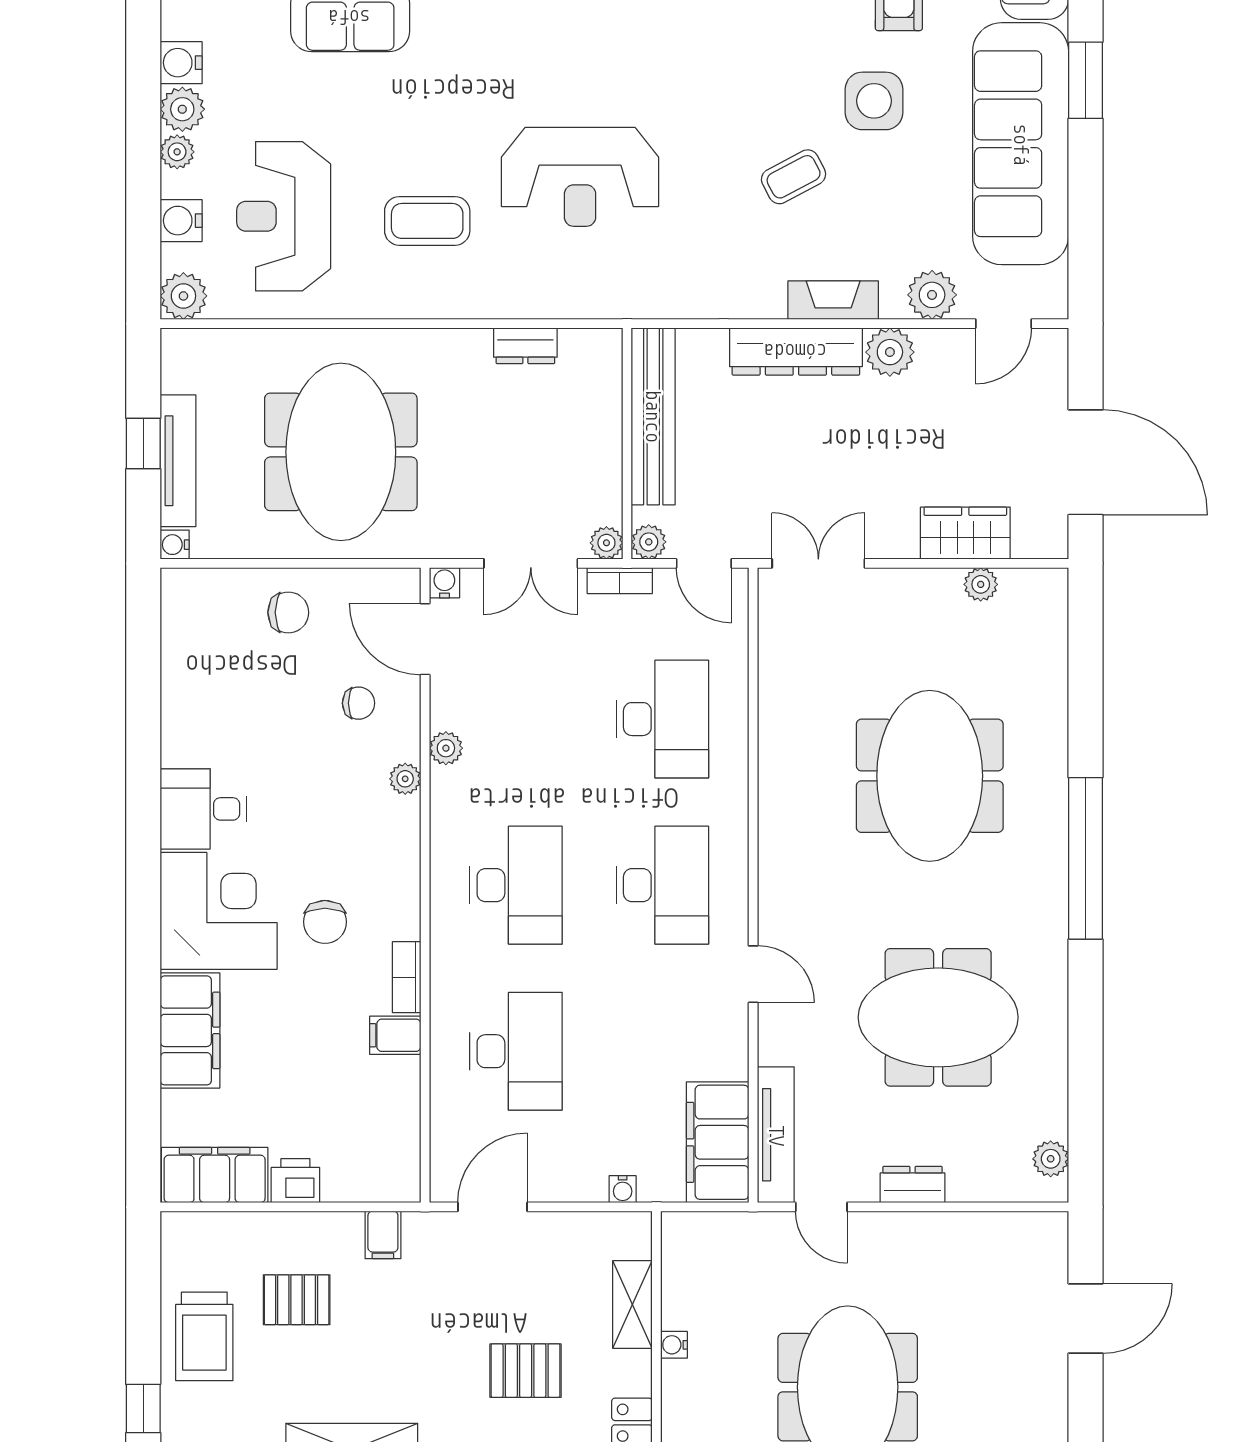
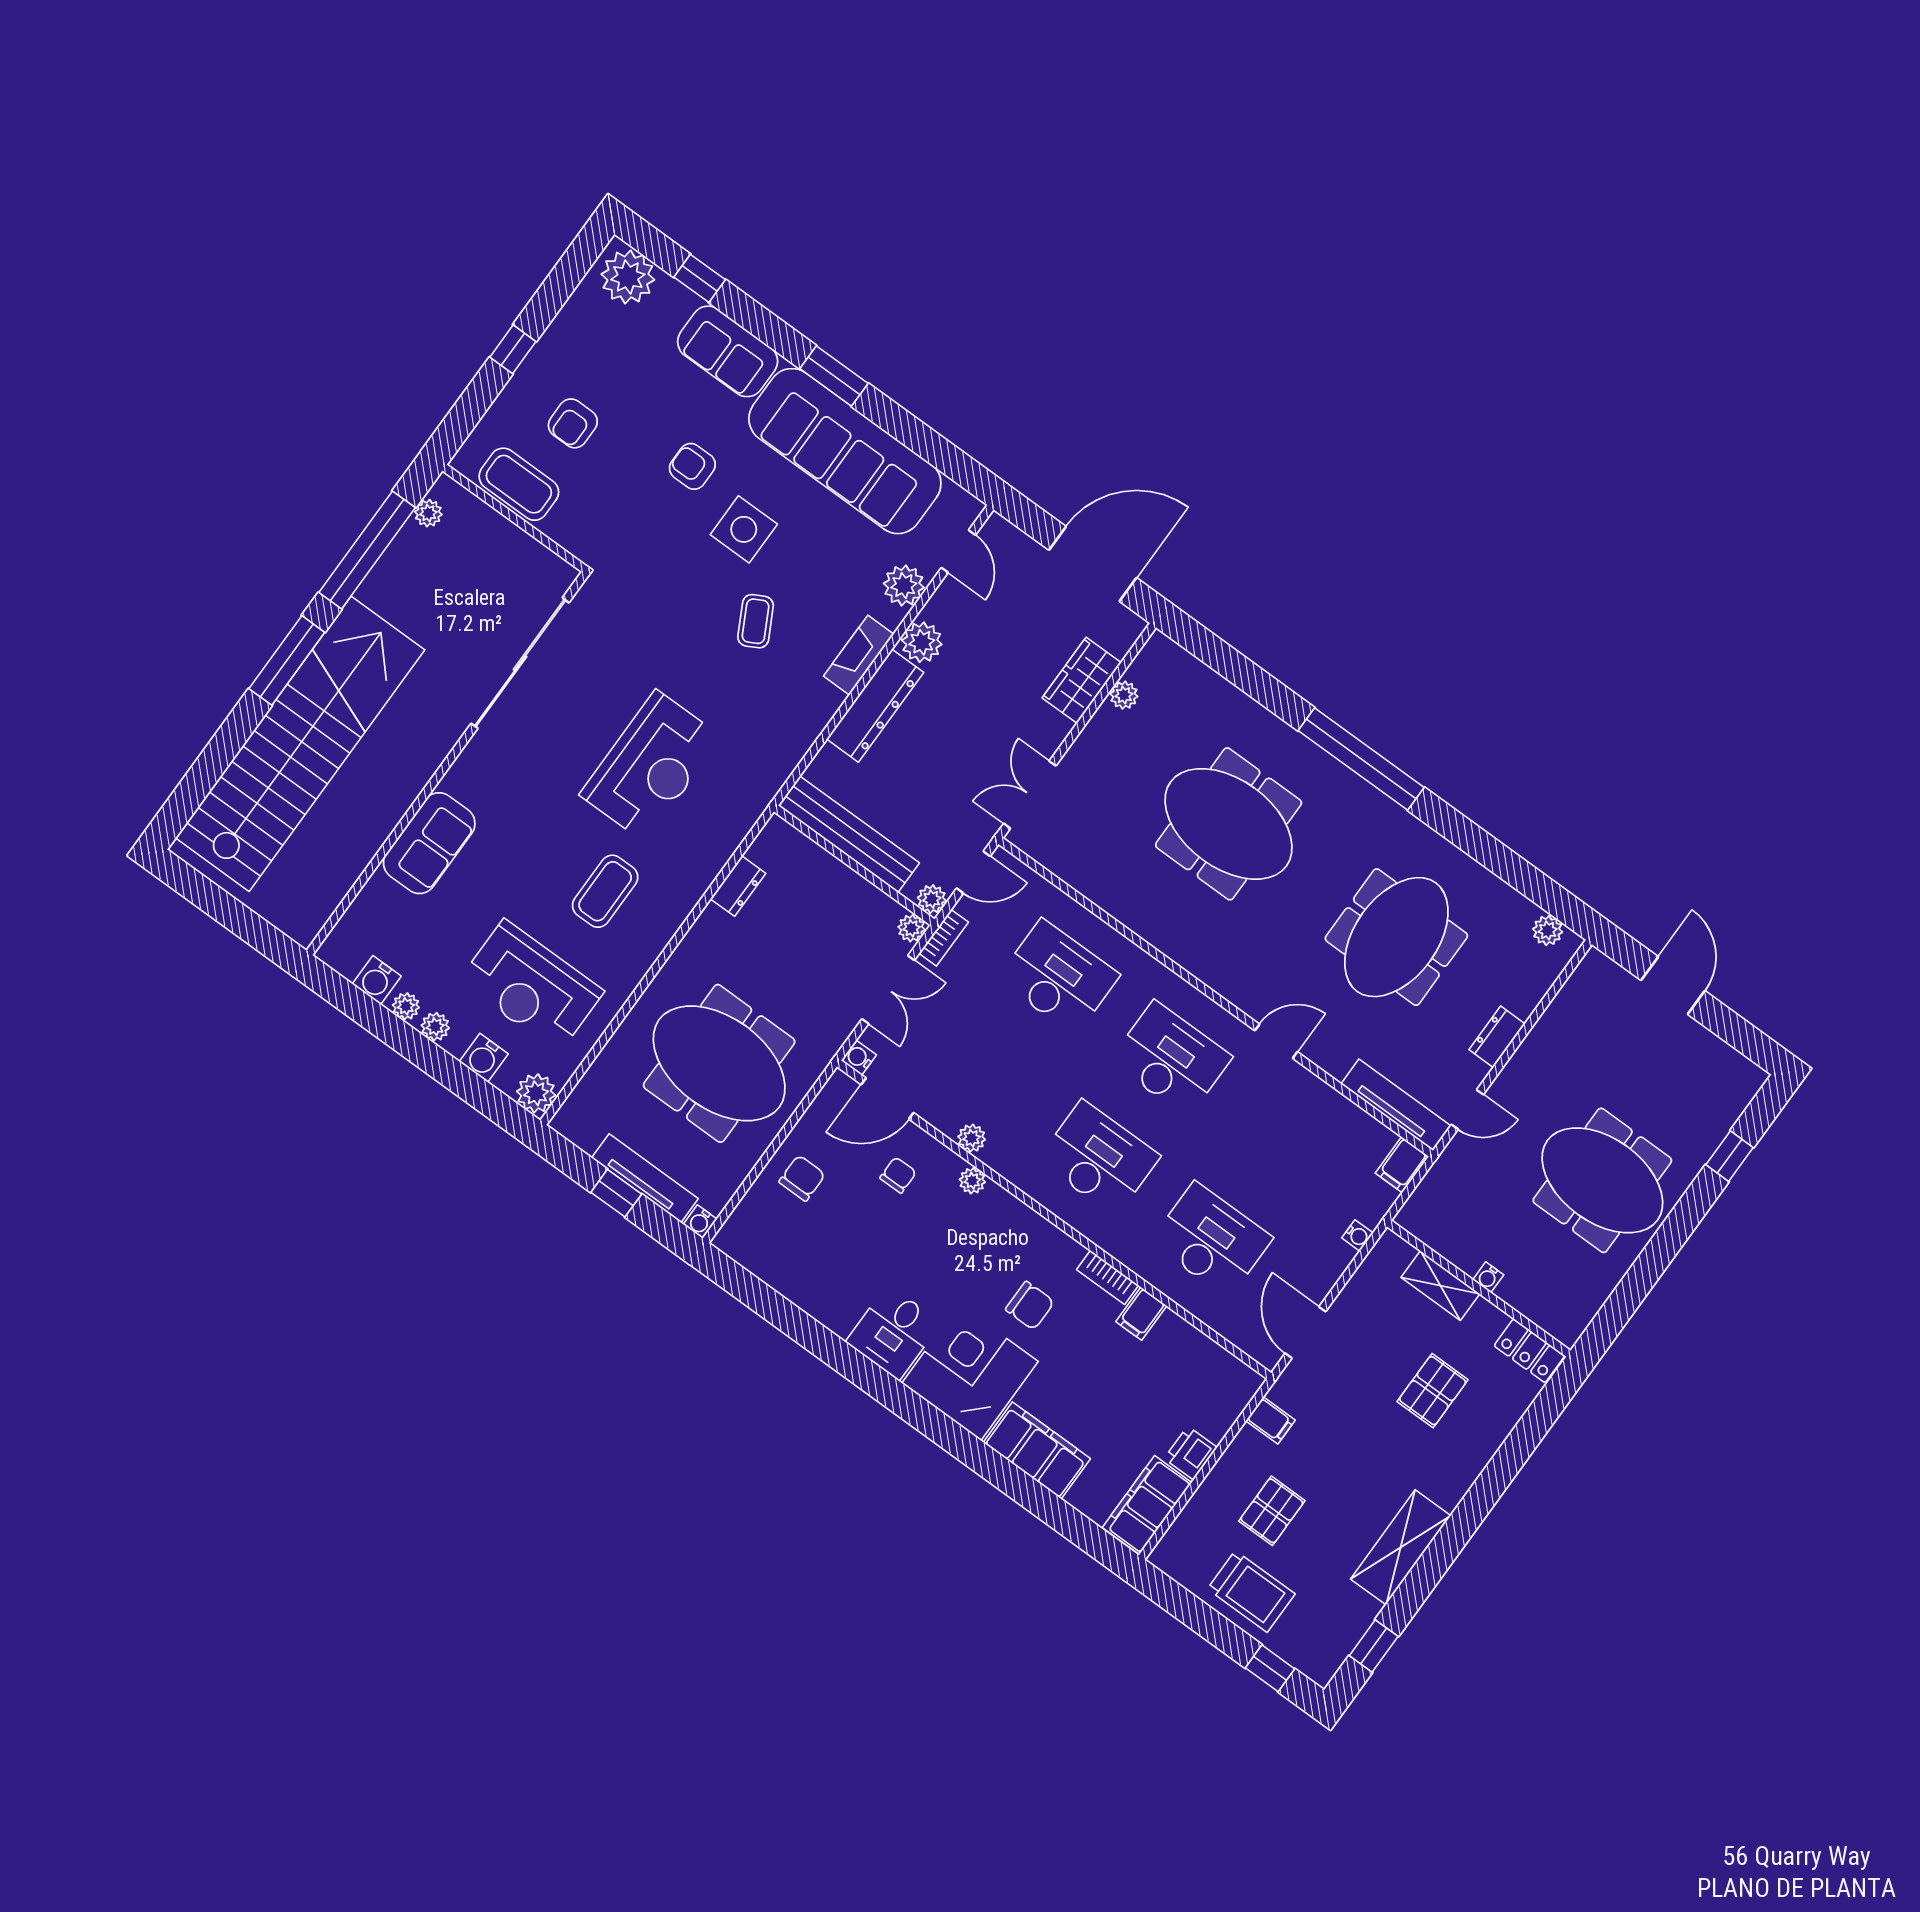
plant: (182, 109) -> (406, 1006), width x0.73, depth x0.73
filing cabinet: (718, 1142) -> (1402, 1165), width x0.33, depth x0.86

